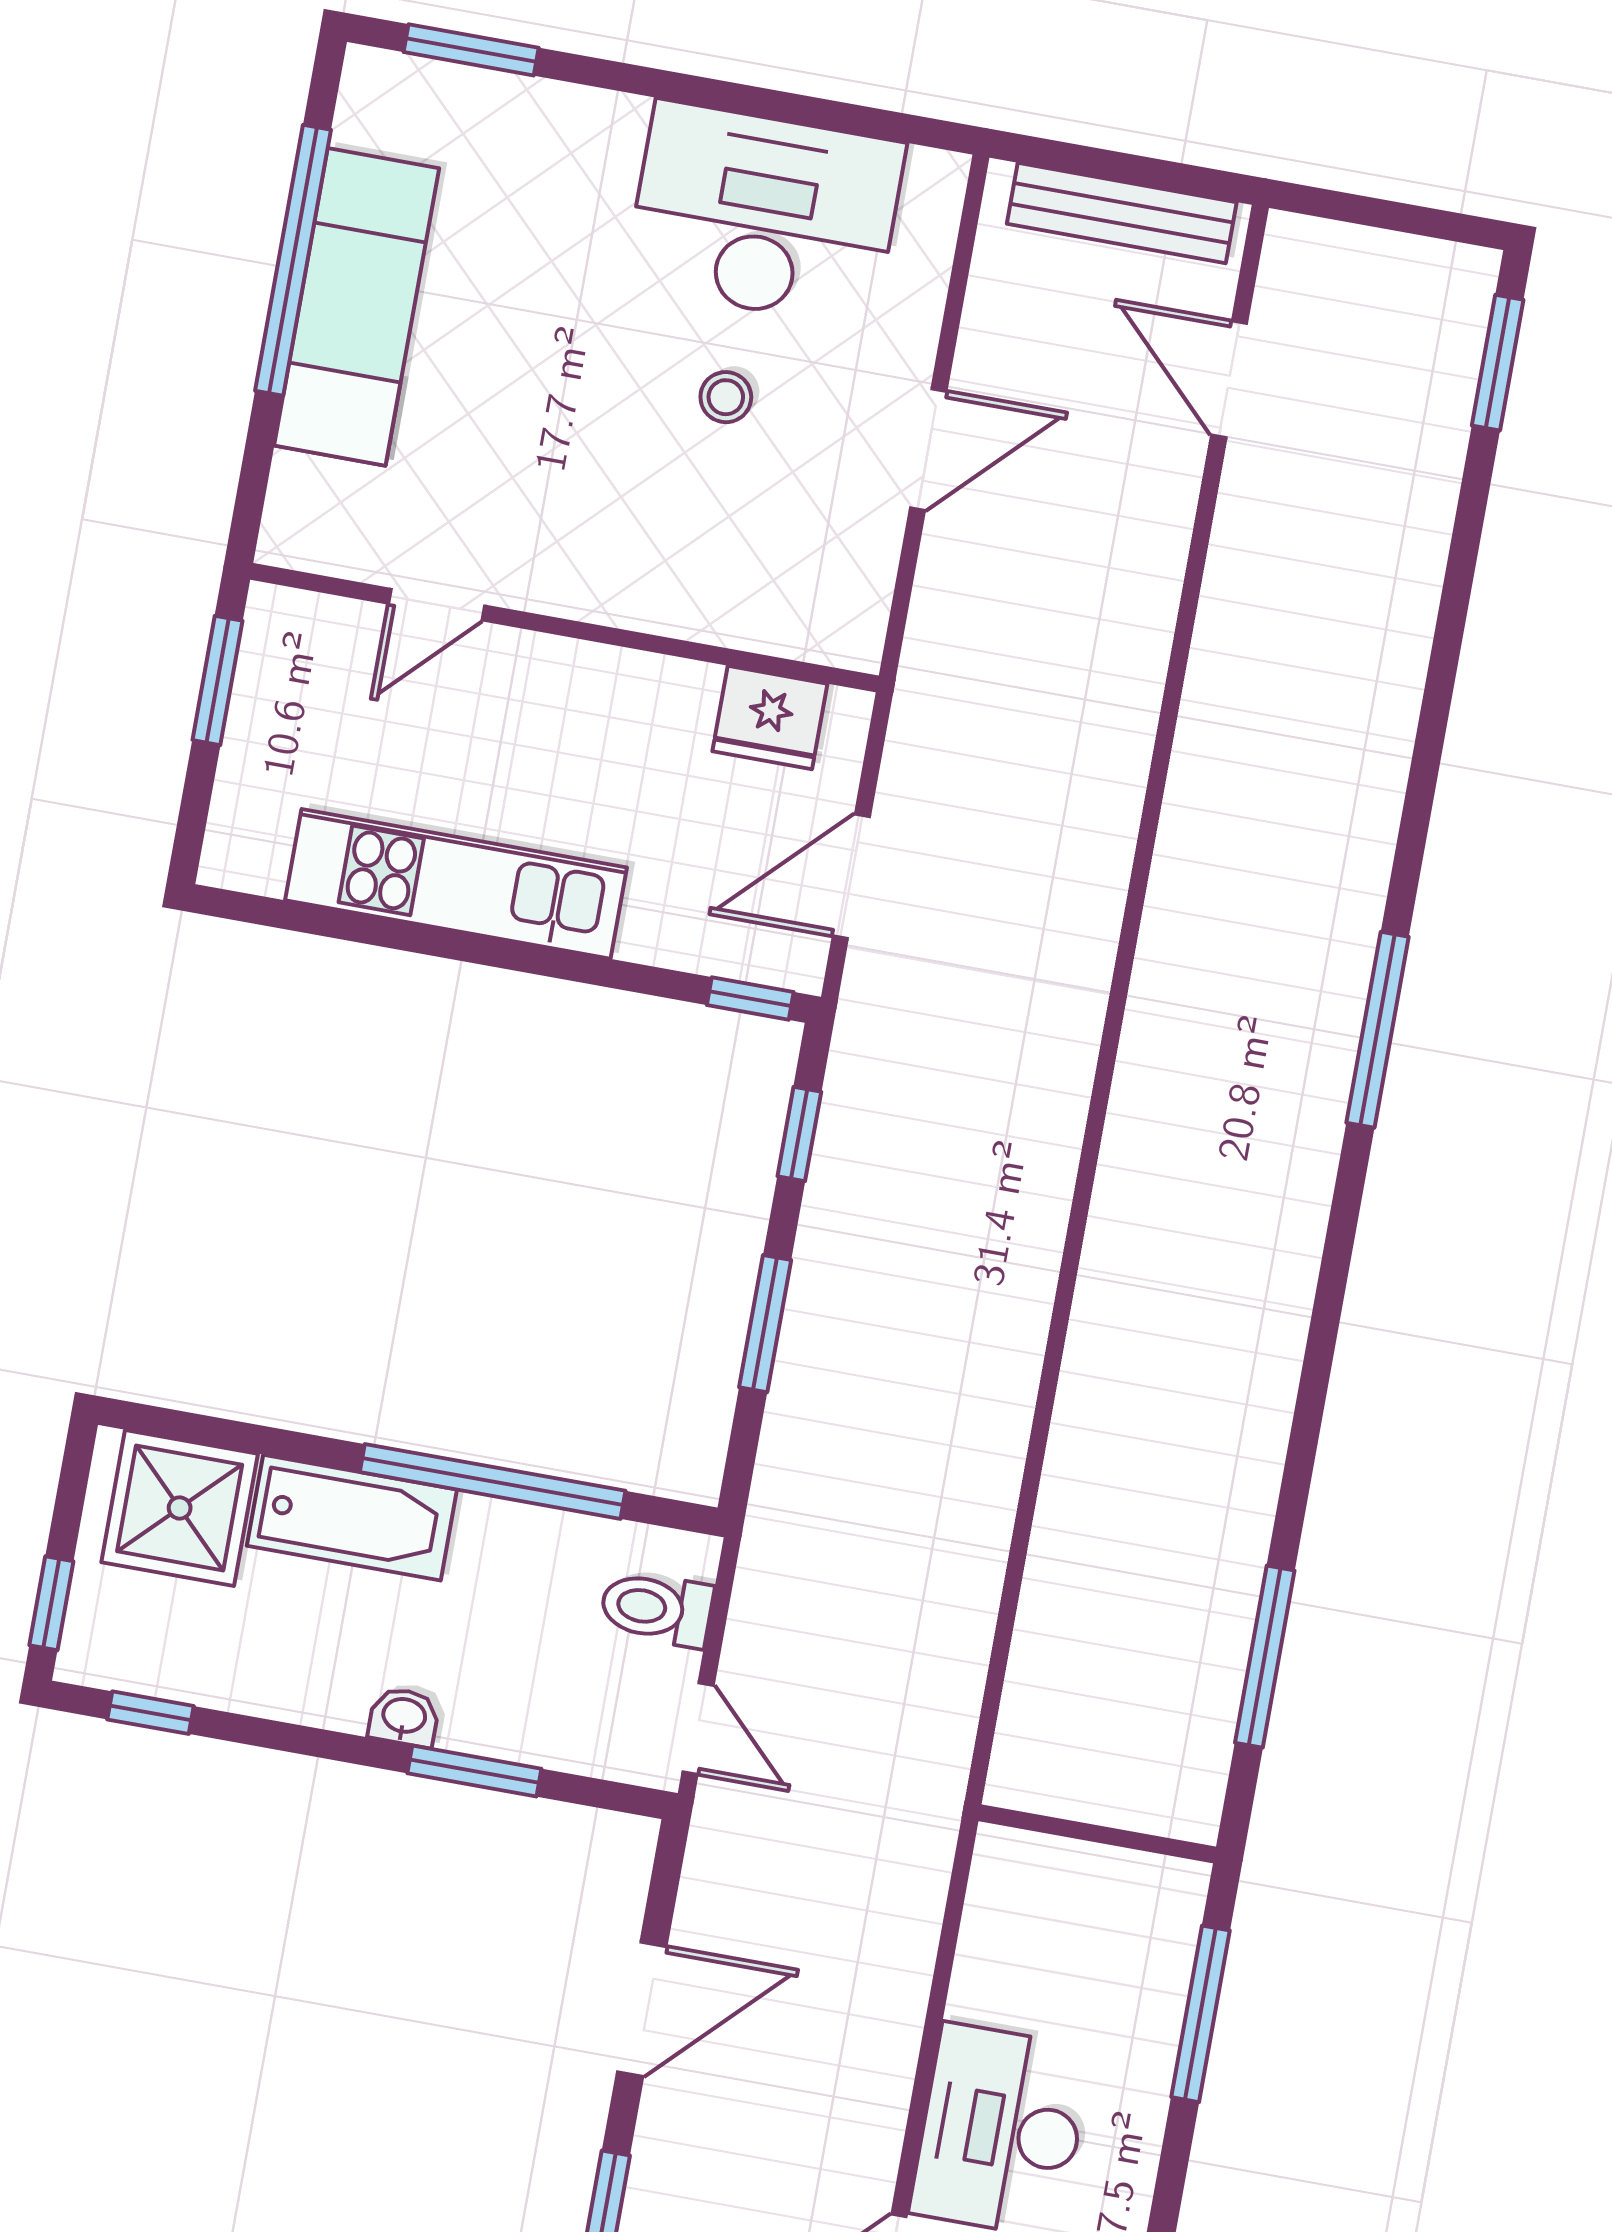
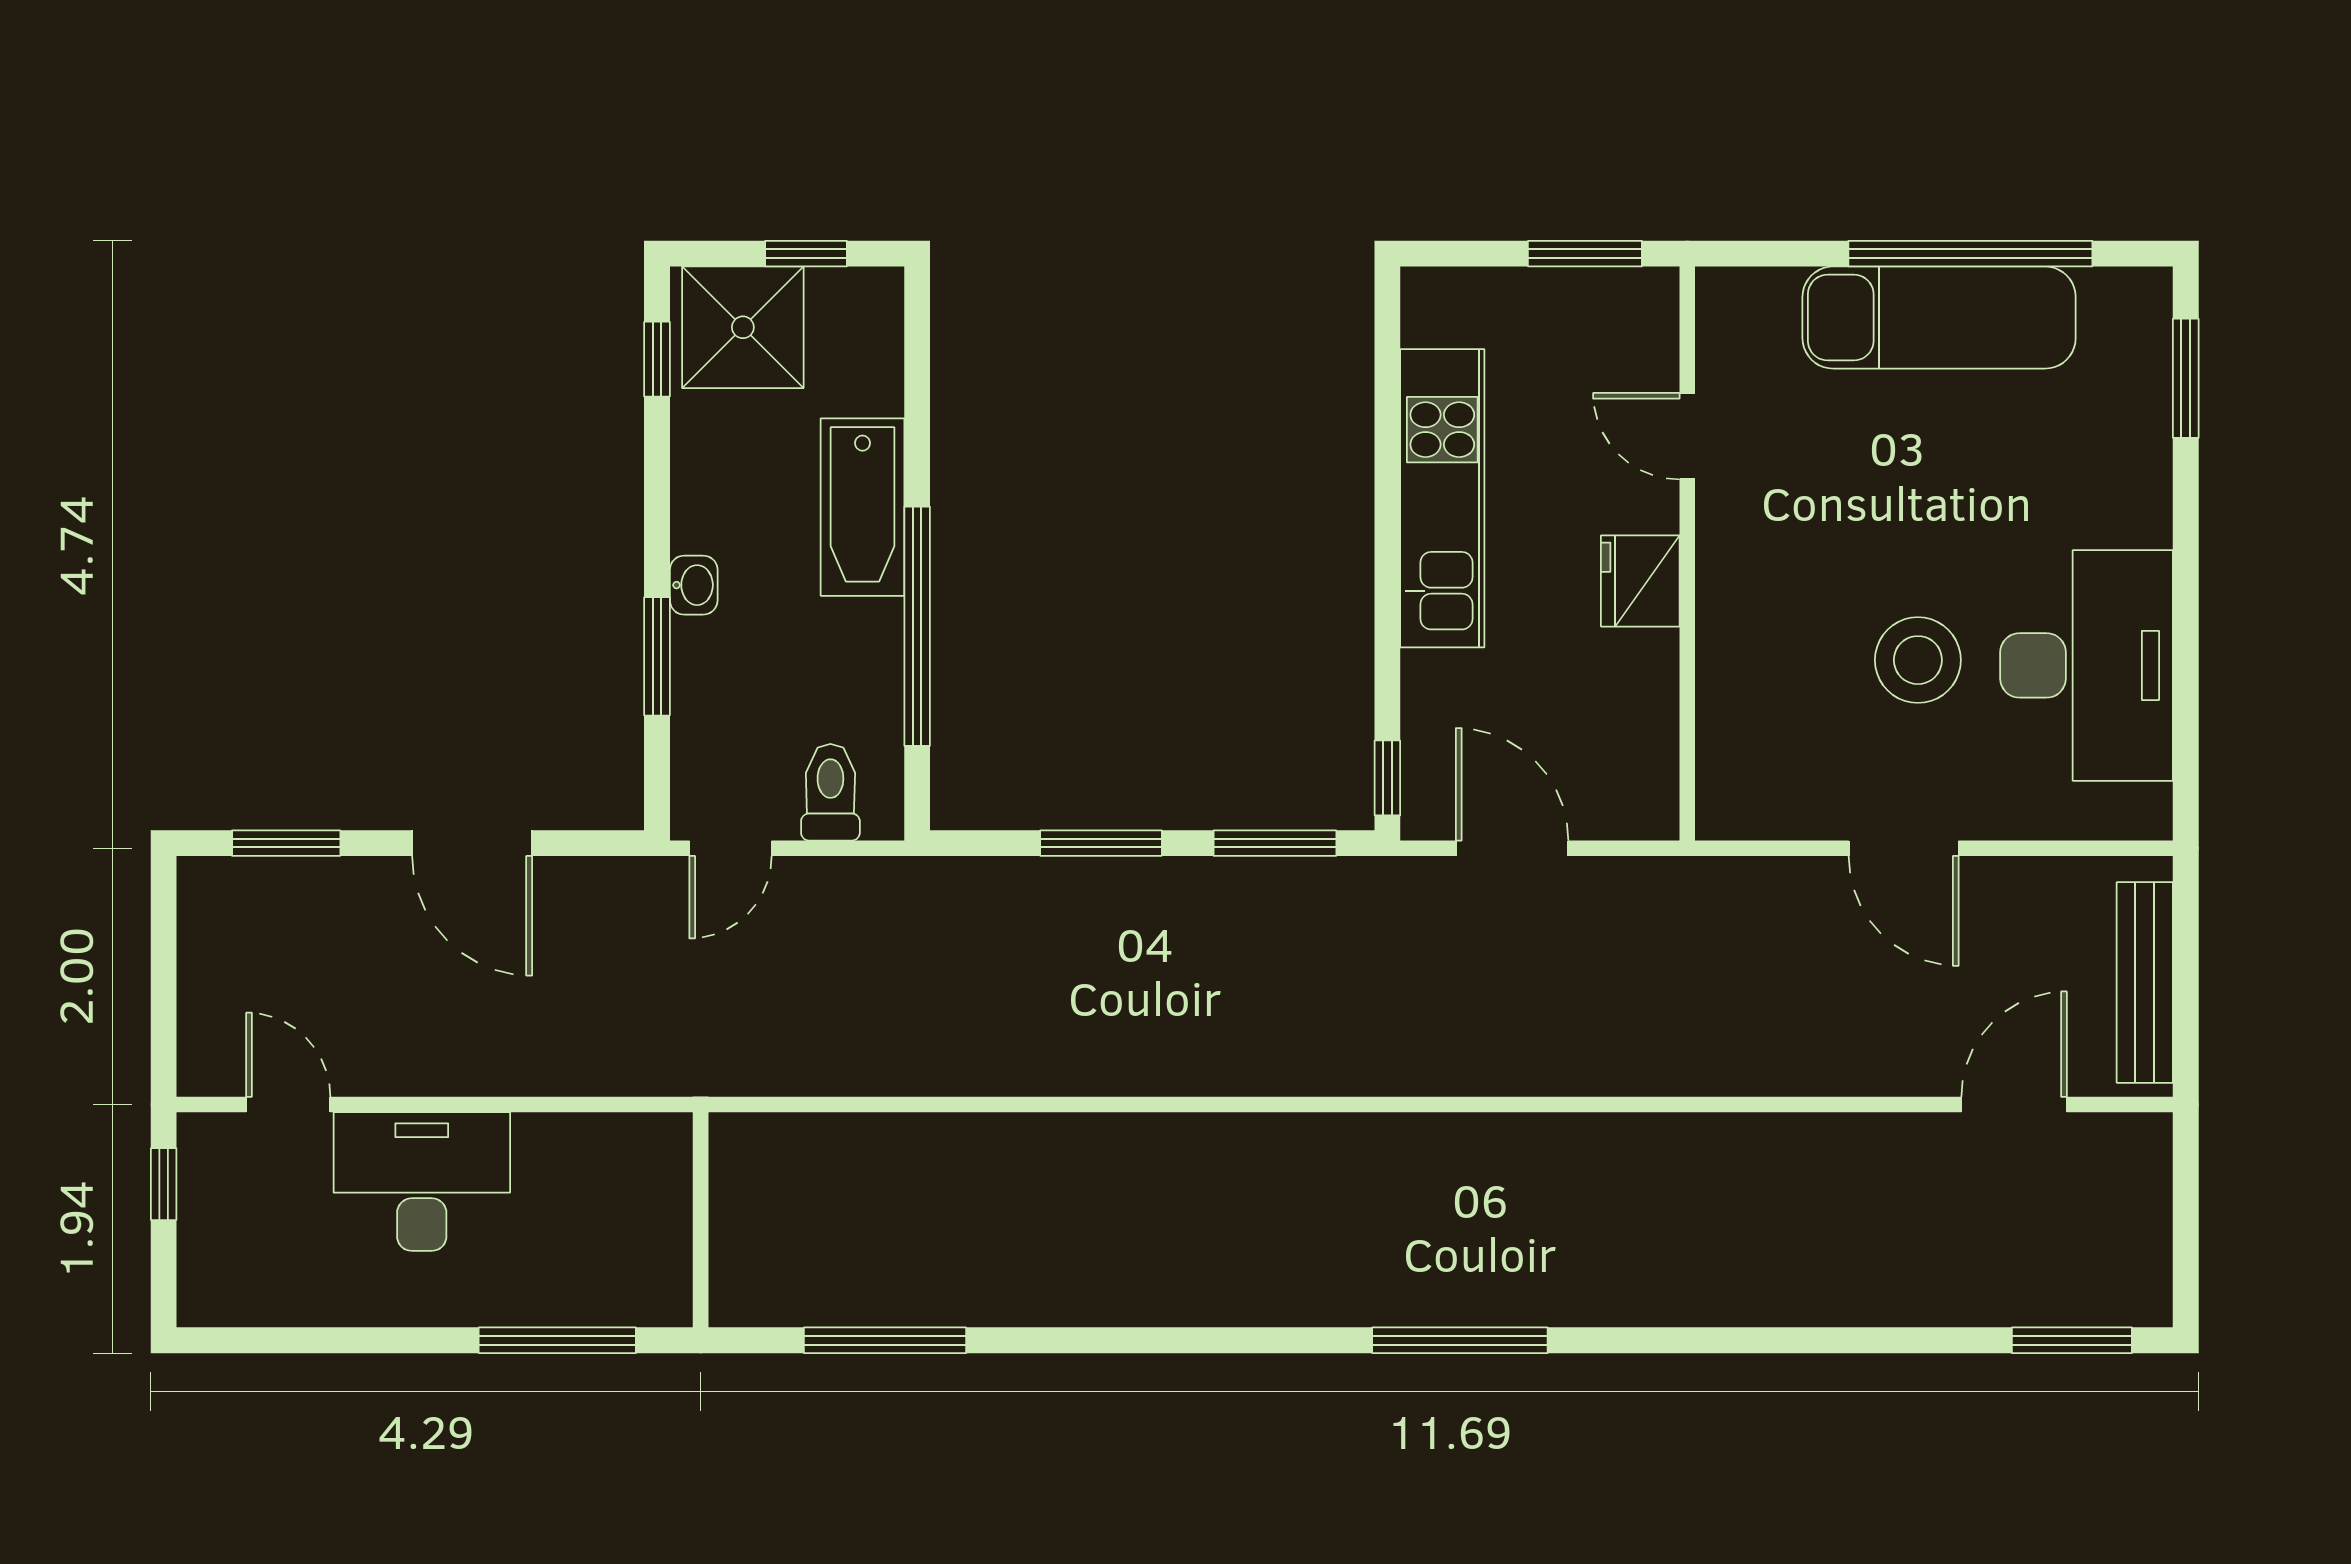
stool: (726, 397) -> (1918, 660), width x1.89, depth x1.89
fridge: (770, 717) -> (1640, 581), moved
window: (799, 1134) -> (1275, 843), width x1.50
shower: (180, 1508) -> (743, 327), moved
window: (51, 1603) -> (806, 254), moved

